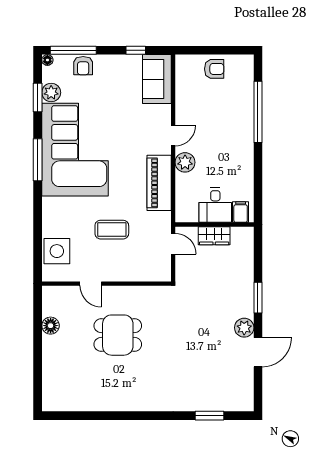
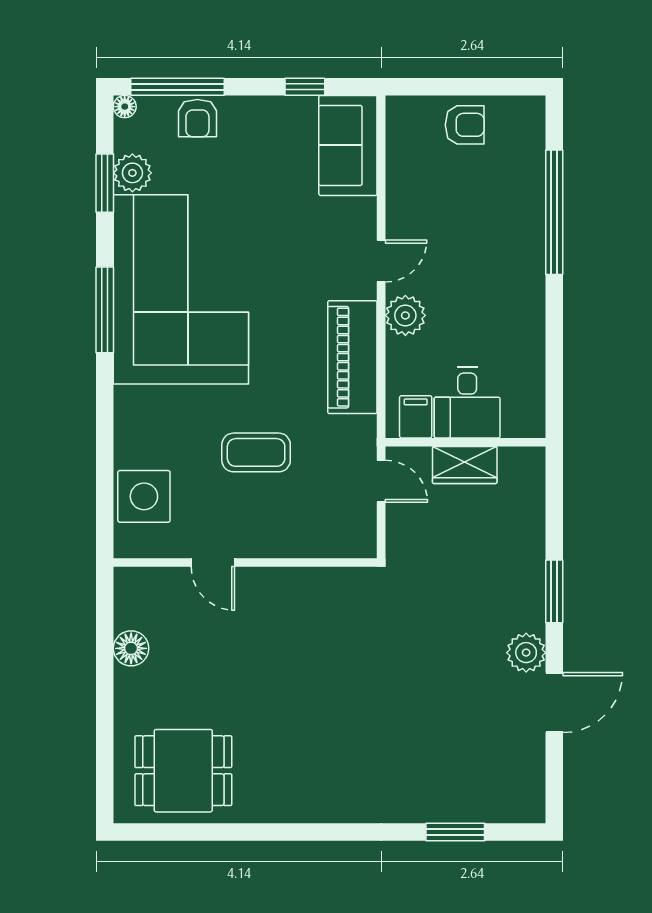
filing cabinet: (241, 212) -> (416, 417), moved
dining table: (118, 335) -> (183, 771), moved

